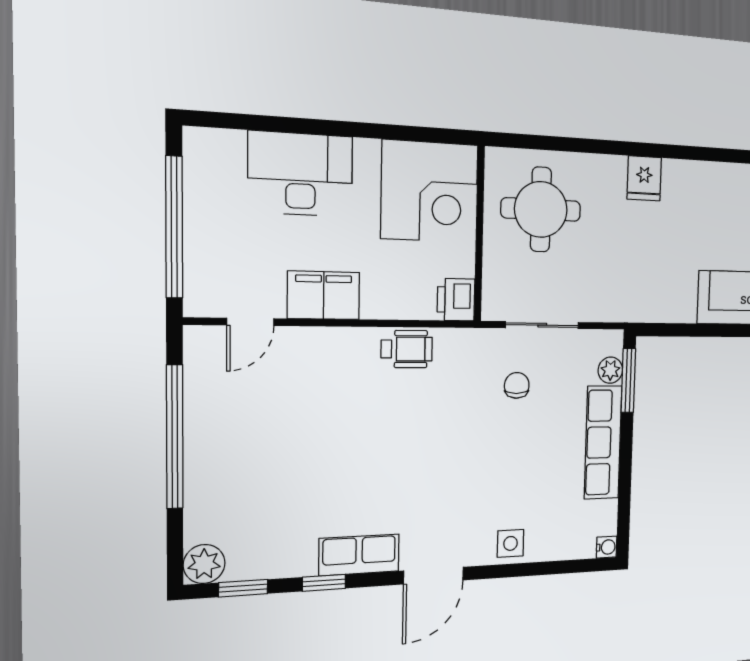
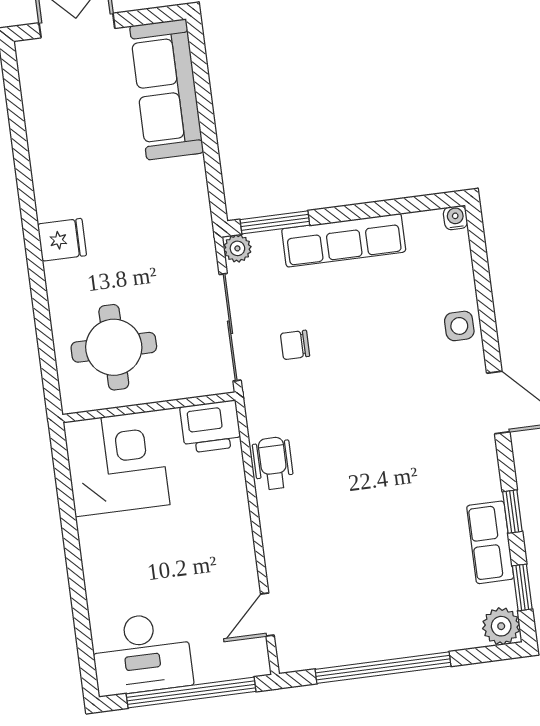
desk: (301, 174) -> (142, 654), moved, turned -90
filing cabinet: (324, 295) -> (233, 551), removed
printer: (456, 300) -> (211, 427), width x1.36, depth x1.24
door: (250, 322) -> (267, 615), swing flipped
sliding door: (542, 325) -> (230, 327), width x1.37
plant: (610, 370) -> (237, 248), moved
row of seats: (359, 555) -> (490, 542), moved

